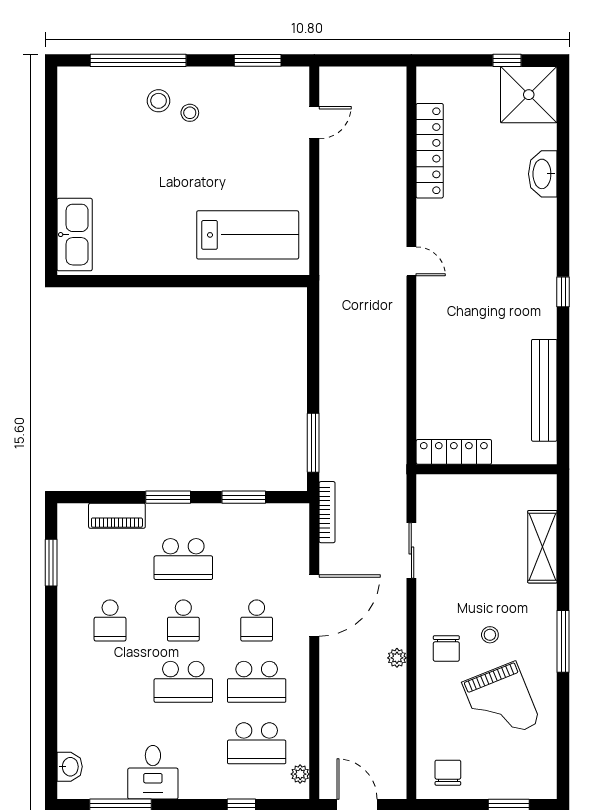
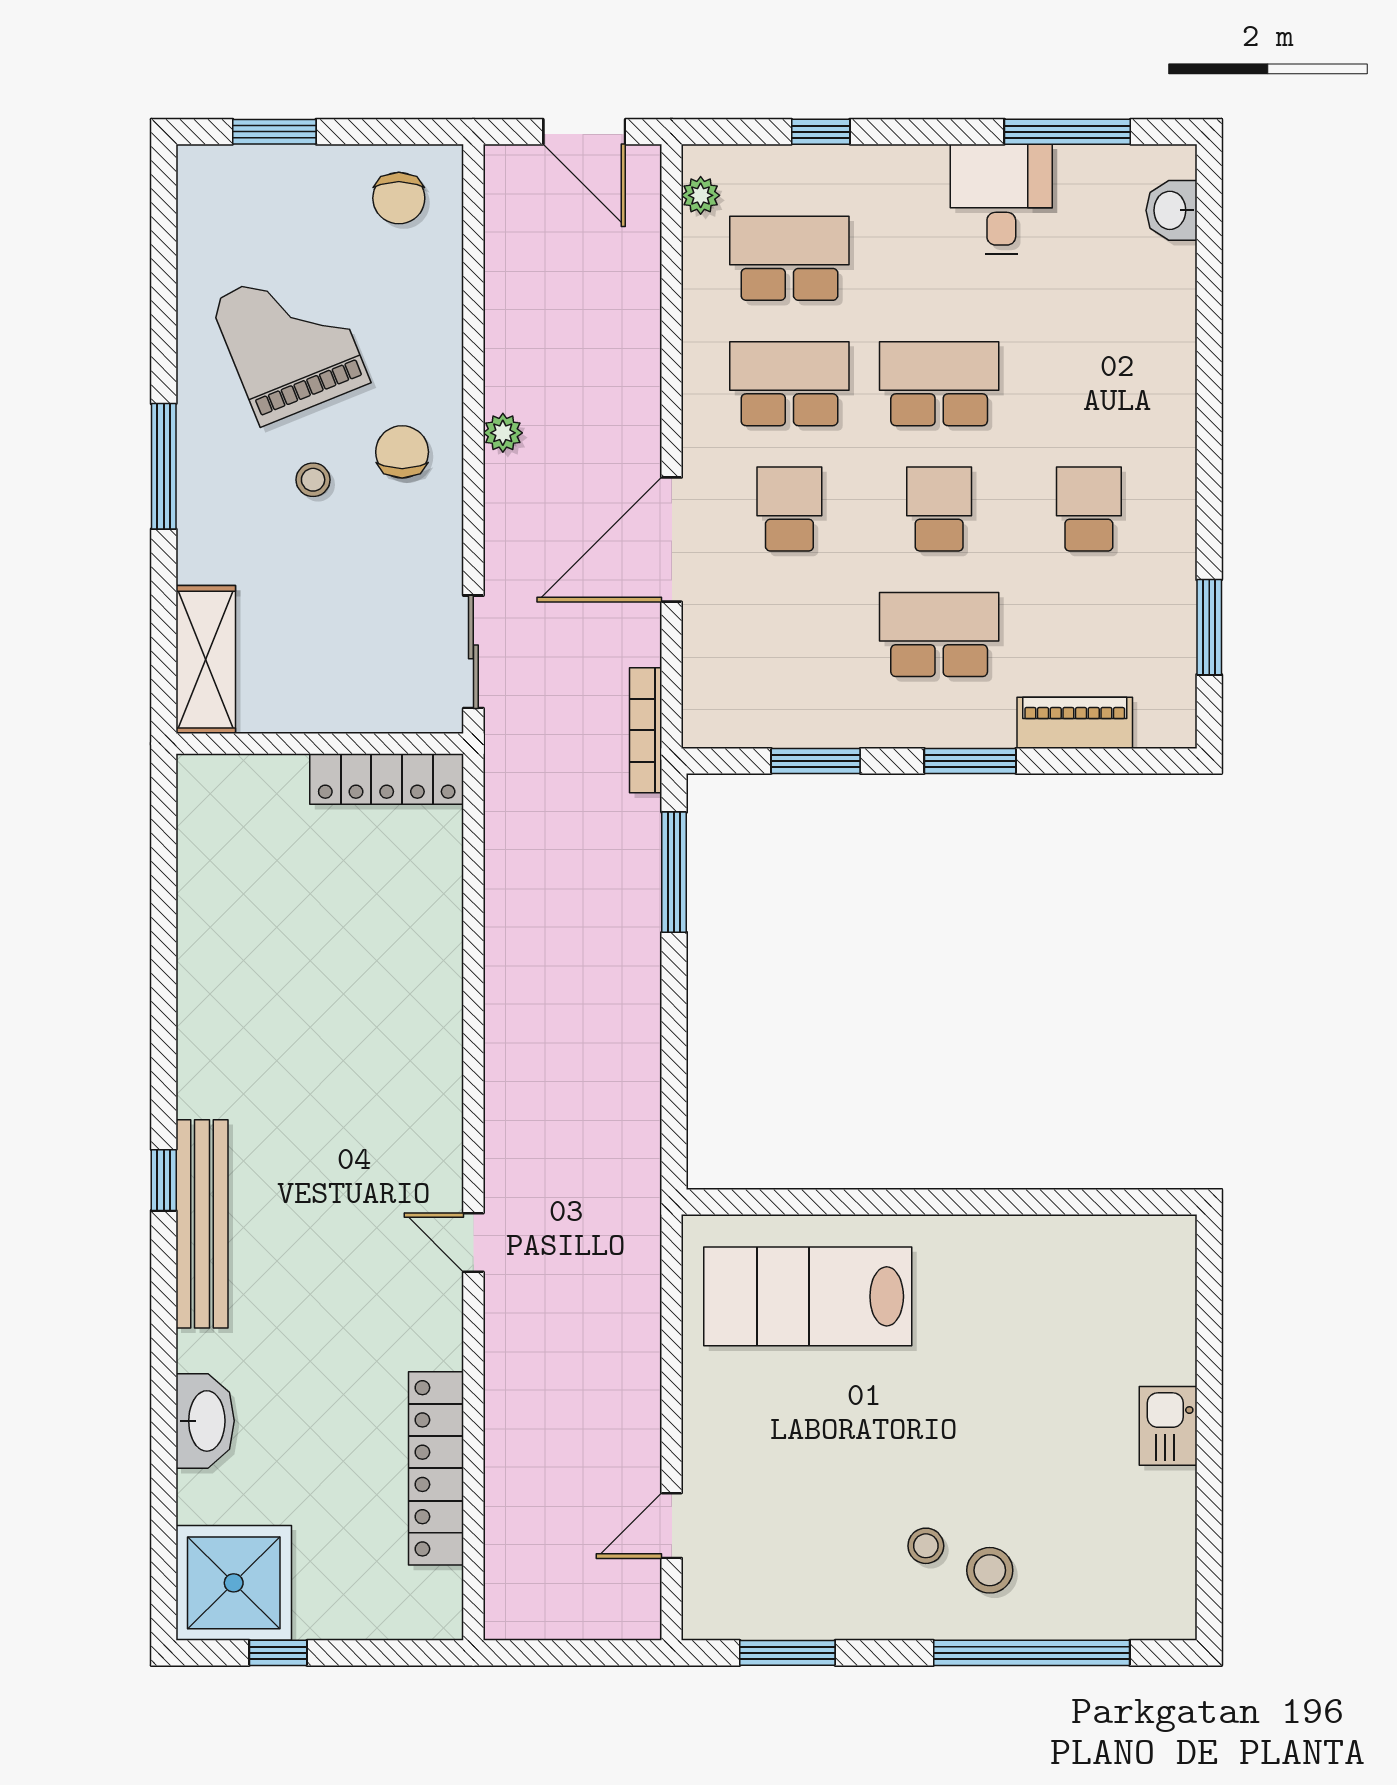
kitchen sink: (75, 235) -> (1168, 1426), moved, width x0.53, depth x0.81
bench: (544, 390) -> (202, 1224), moved
locker: (454, 452) -> (387, 779), moved
wall: (487, 469) -> (320, 744), moved

